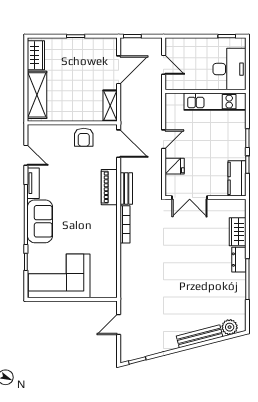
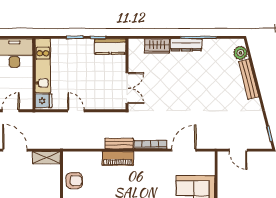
door: (119, 144) -> (184, 150), moved
fridge: (175, 166) -> (44, 101), moved, turned 90
dresser: (239, 260) -> (186, 45), width x1.44

